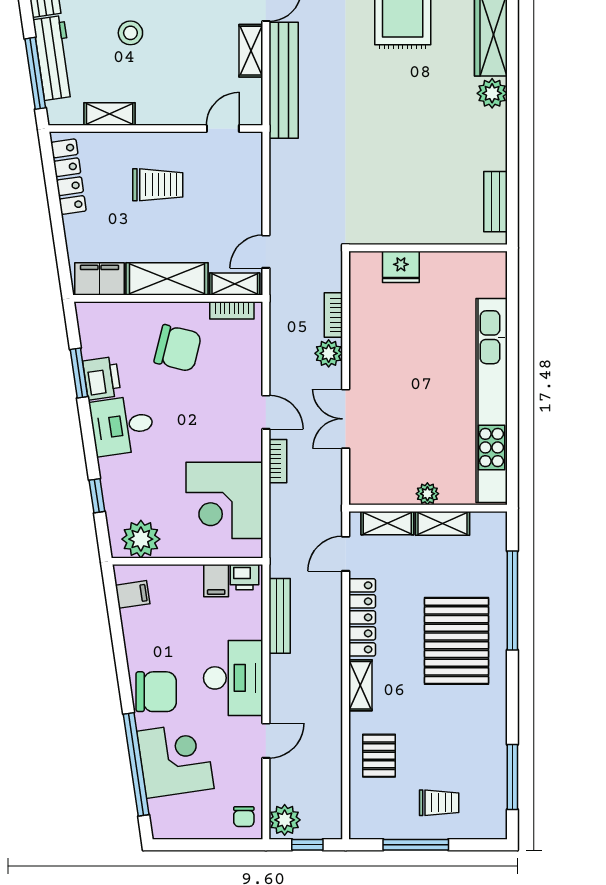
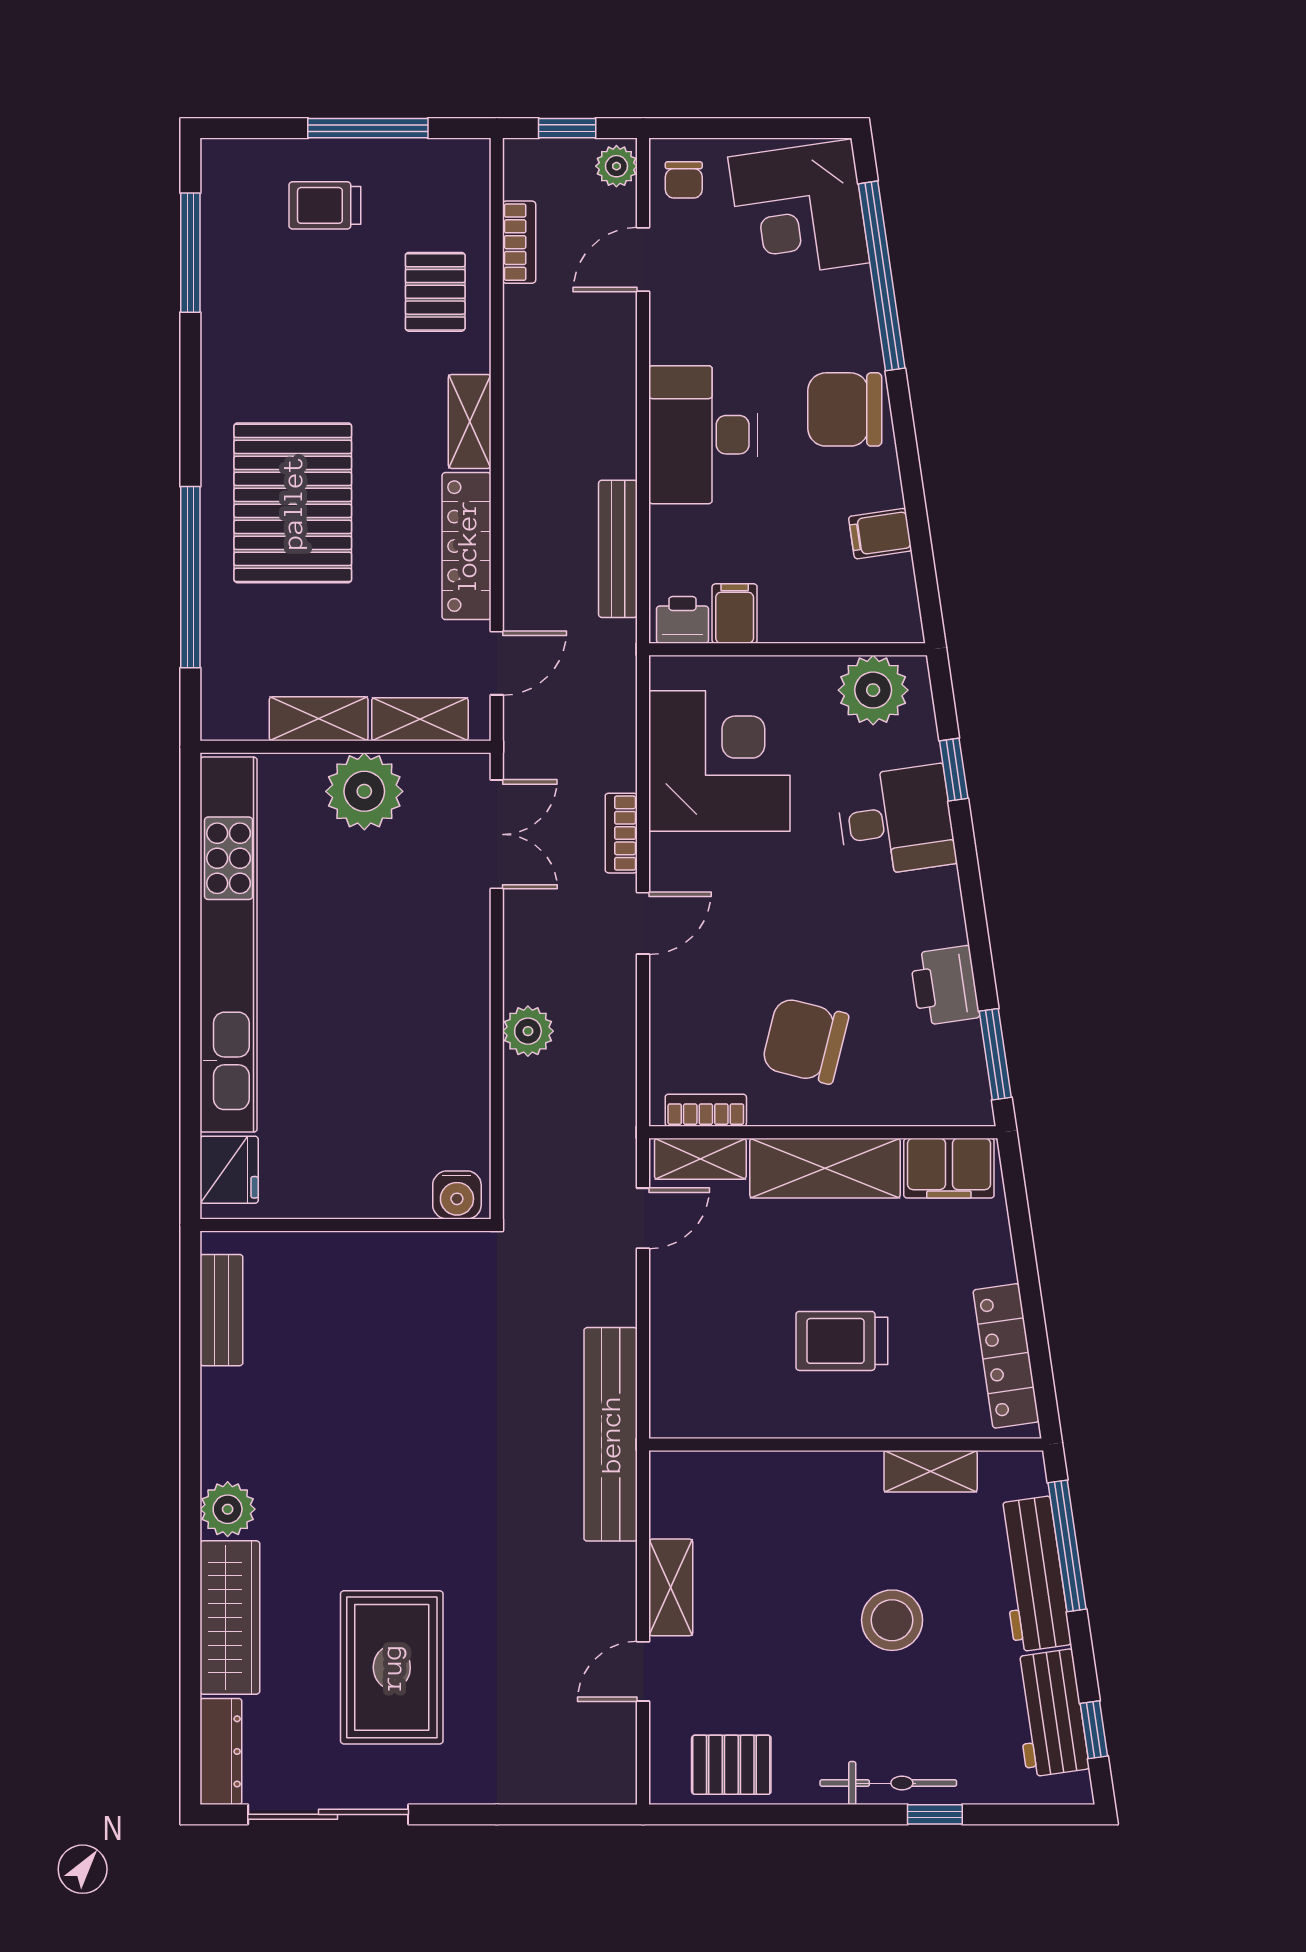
stool: (130, 33) -> (892, 1620), width x1.38, depth x1.38
bench: (284, 80) -> (611, 1434), moved
door: (223, 128) -> (722, 1445), removed
water cooler: (367, 264) -> (457, 1195), added
fridge: (401, 267) -> (229, 1170), moved, turned 90
bookcase: (333, 315) -> (519, 242), moved
window: (79, 373) -> (995, 1054), moved
door: (266, 412) -> (643, 923), swing flipped
double door: (346, 419) -> (497, 834), moved
desk: (122, 426) -> (896, 821), moved
plant: (427, 494) -> (364, 791), width x1.87, depth x1.87
filing cabinet: (133, 594) -> (880, 534), moved
door: (266, 741) -> (643, 260), moved
corner desk: (175, 760) -> (799, 210), moved
chair: (244, 817) -> (684, 180), turned 180
plant: (285, 820) -> (616, 166), width x0.73, depth x0.73

